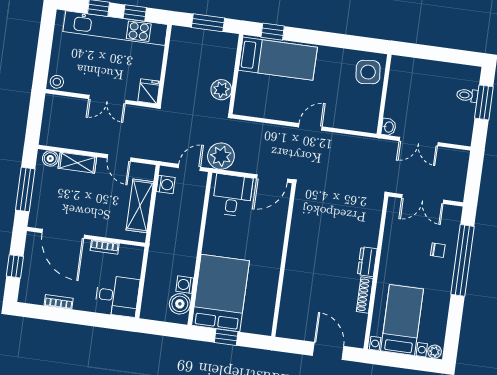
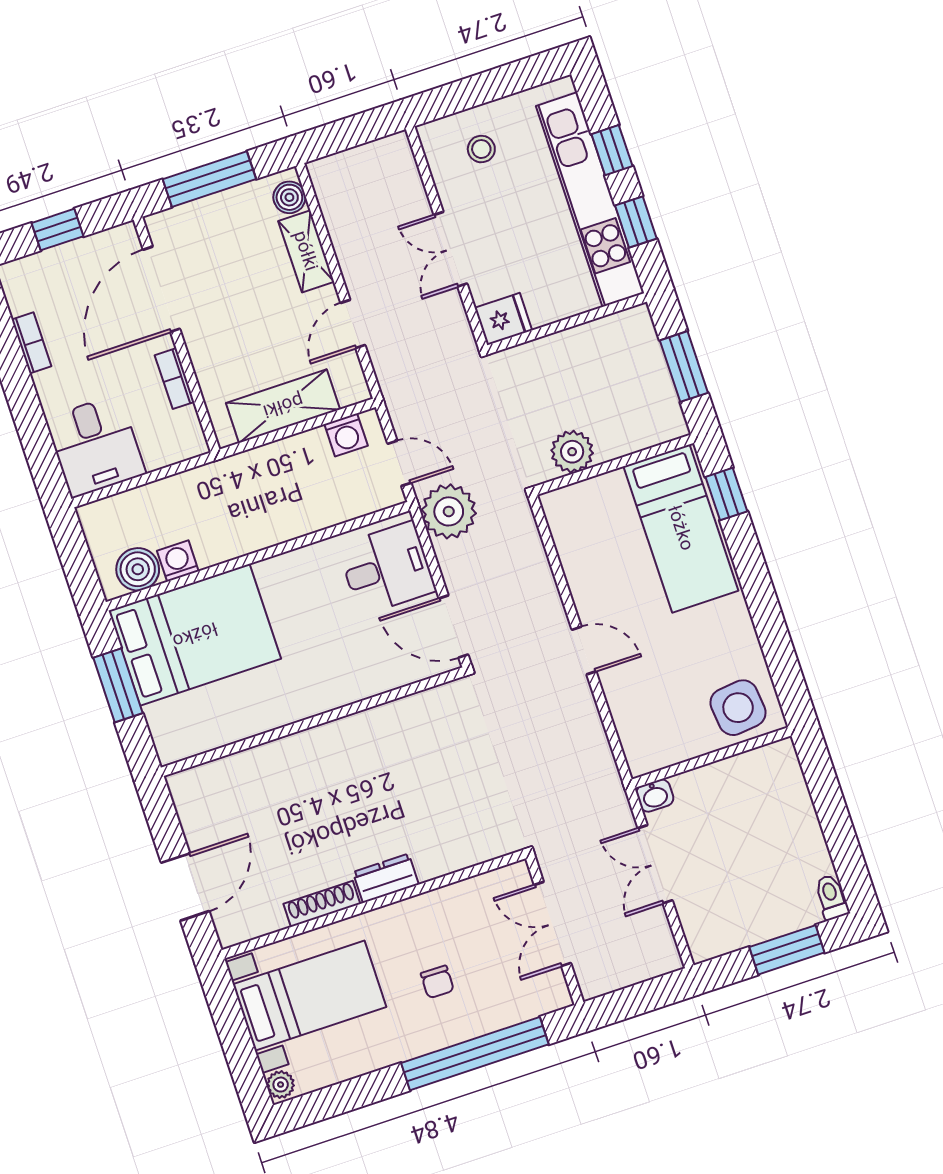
stool: (57, 82) -> (481, 149), moved
toilet: (467, 95) -> (831, 897), moved
chair: (438, 250) -> (437, 982), moved
window: (226, 337) -> (118, 685), width x1.50

